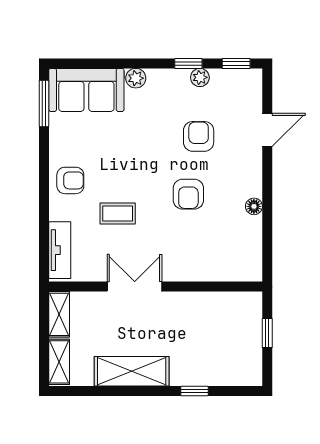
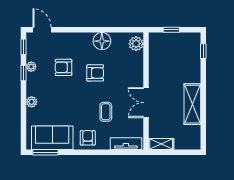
sofa: (86, 90) -> (52, 138), moved, turned -90
door: (267, 130) -> (42, 30), moved
floor lamp: (254, 206) -> (102, 41), width x1.89, depth x1.89
plant: (242, 269) -> (136, 44), added
shelving: (59, 362) -> (187, 144), removed
window: (194, 391) -> (203, 51), moved

